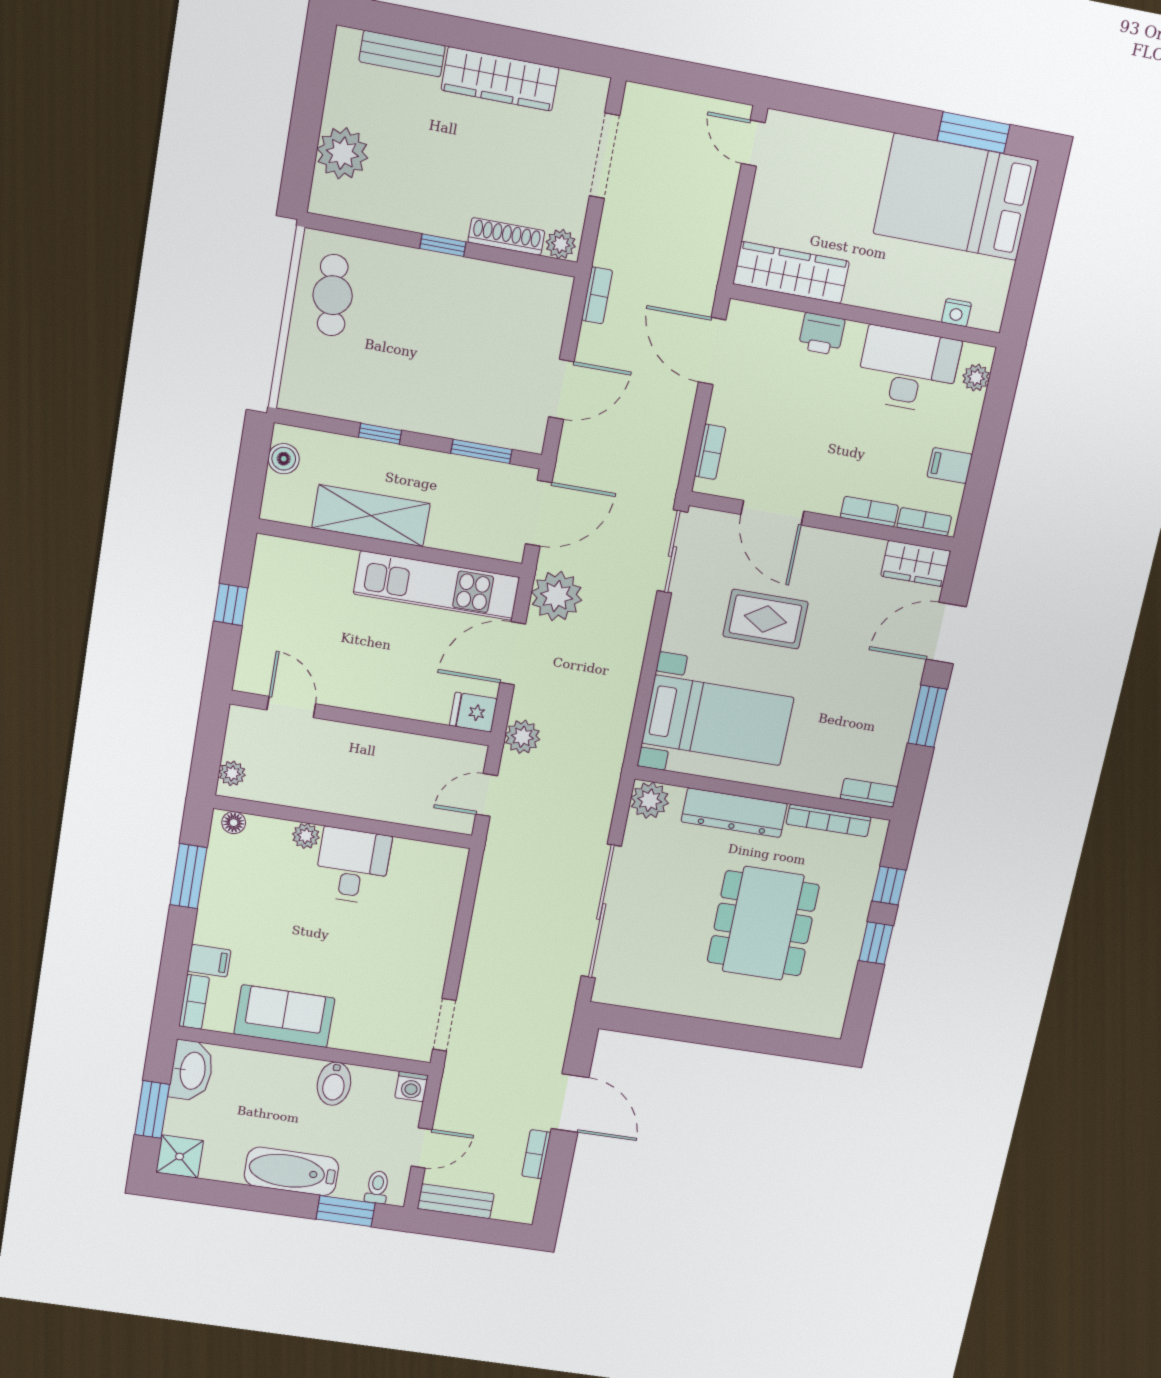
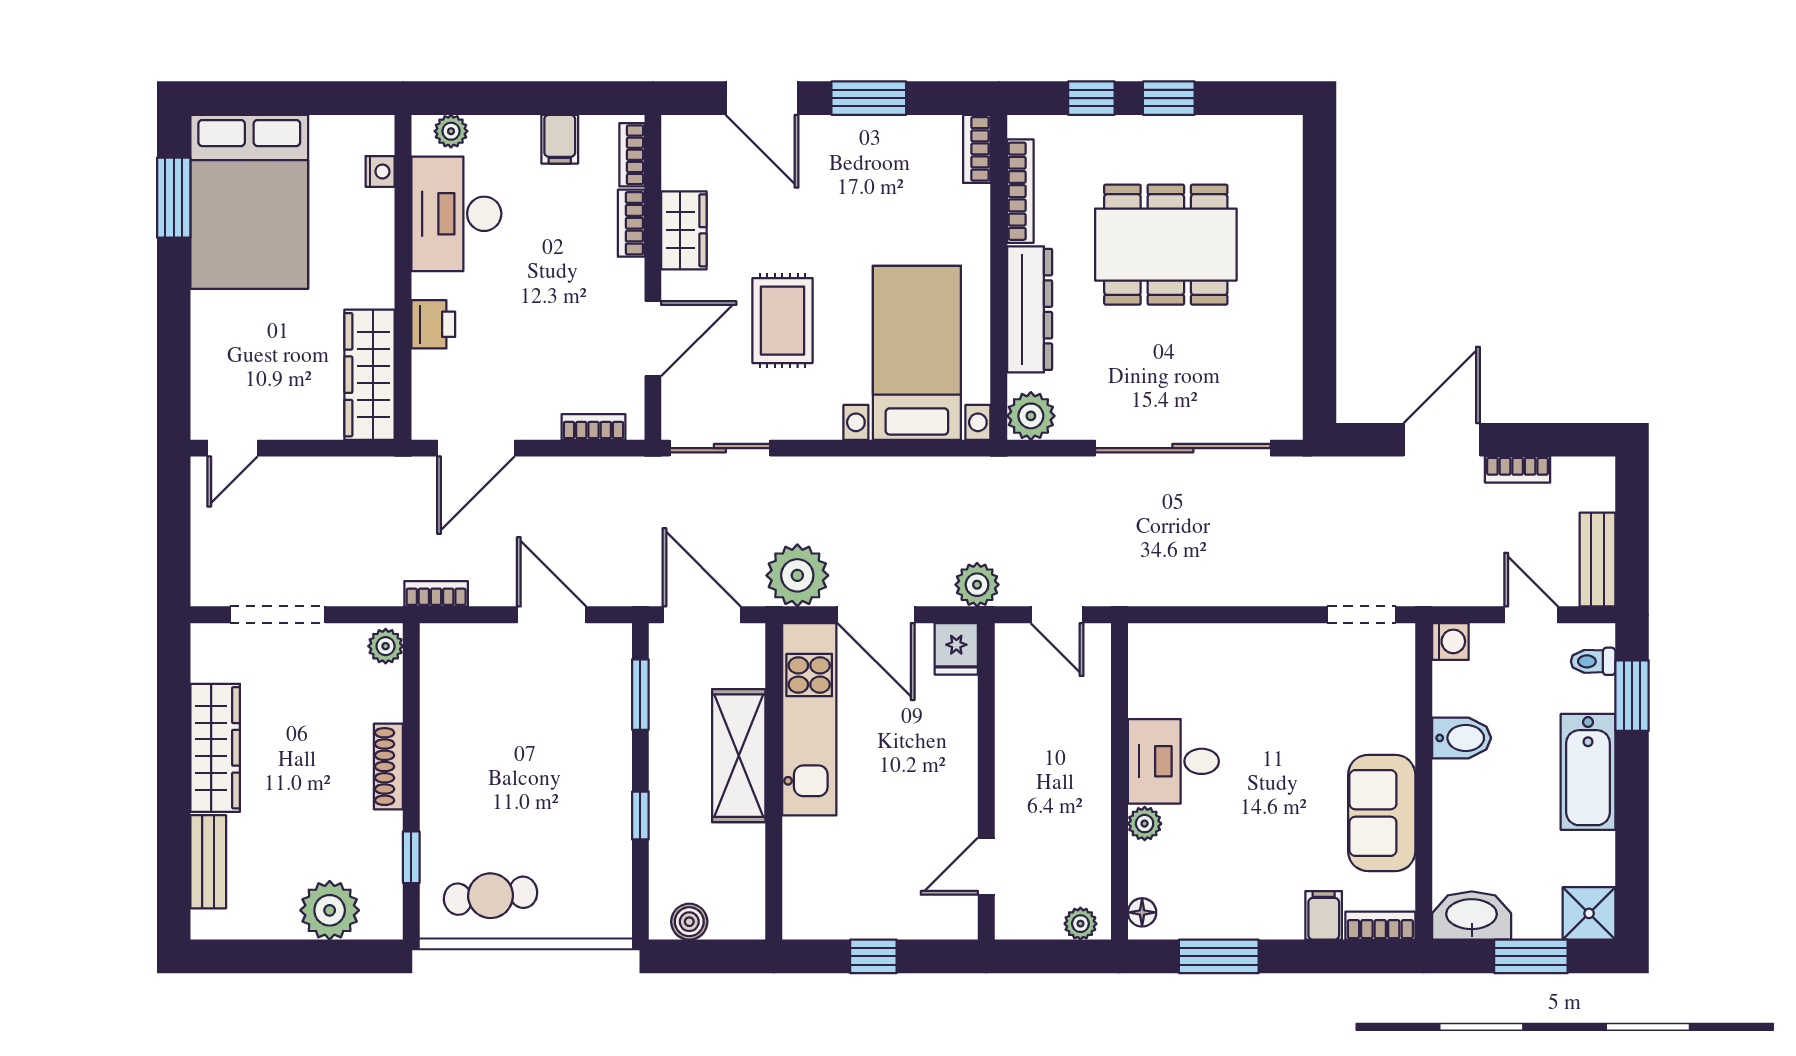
shoe rack: (506, 237) -> (388, 767), moved
window: (443, 245) -> (411, 857), moved
shelving: (371, 516) -> (739, 756), moved
wardrobe: (916, 564) -> (684, 230), moved

